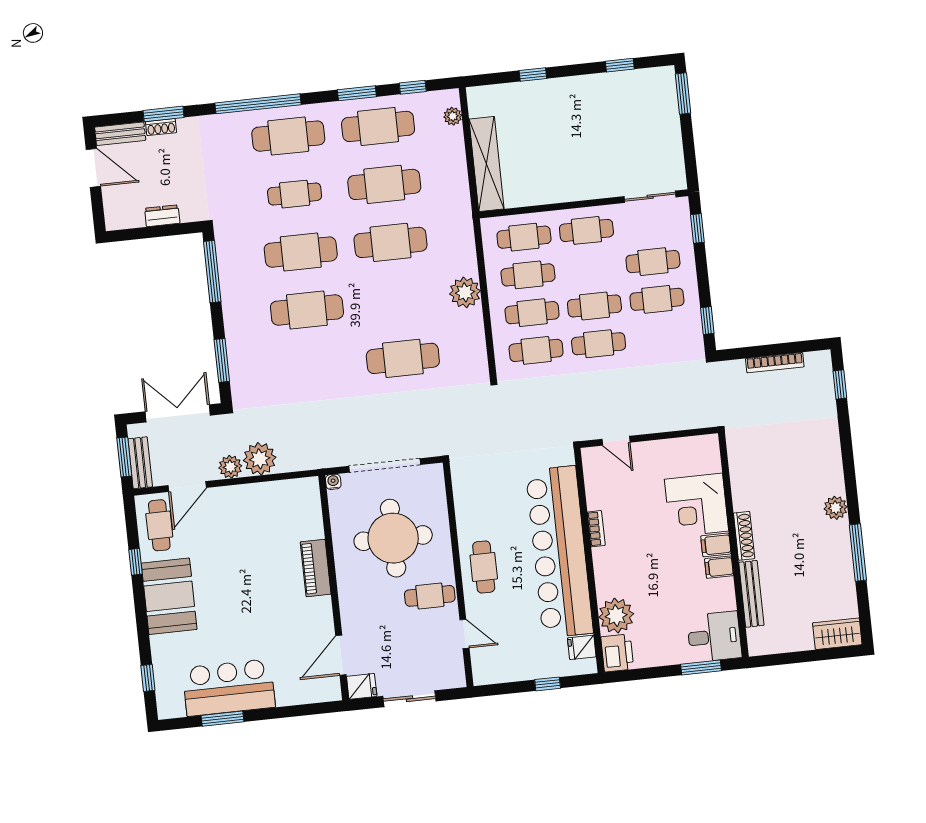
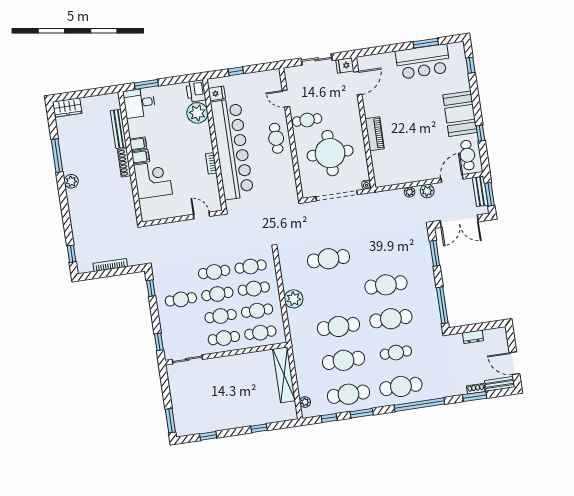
cafe table: (653, 262) -> (221, 316), moved
plant: (260, 459) -> (409, 192), width x0.53, depth x0.53

